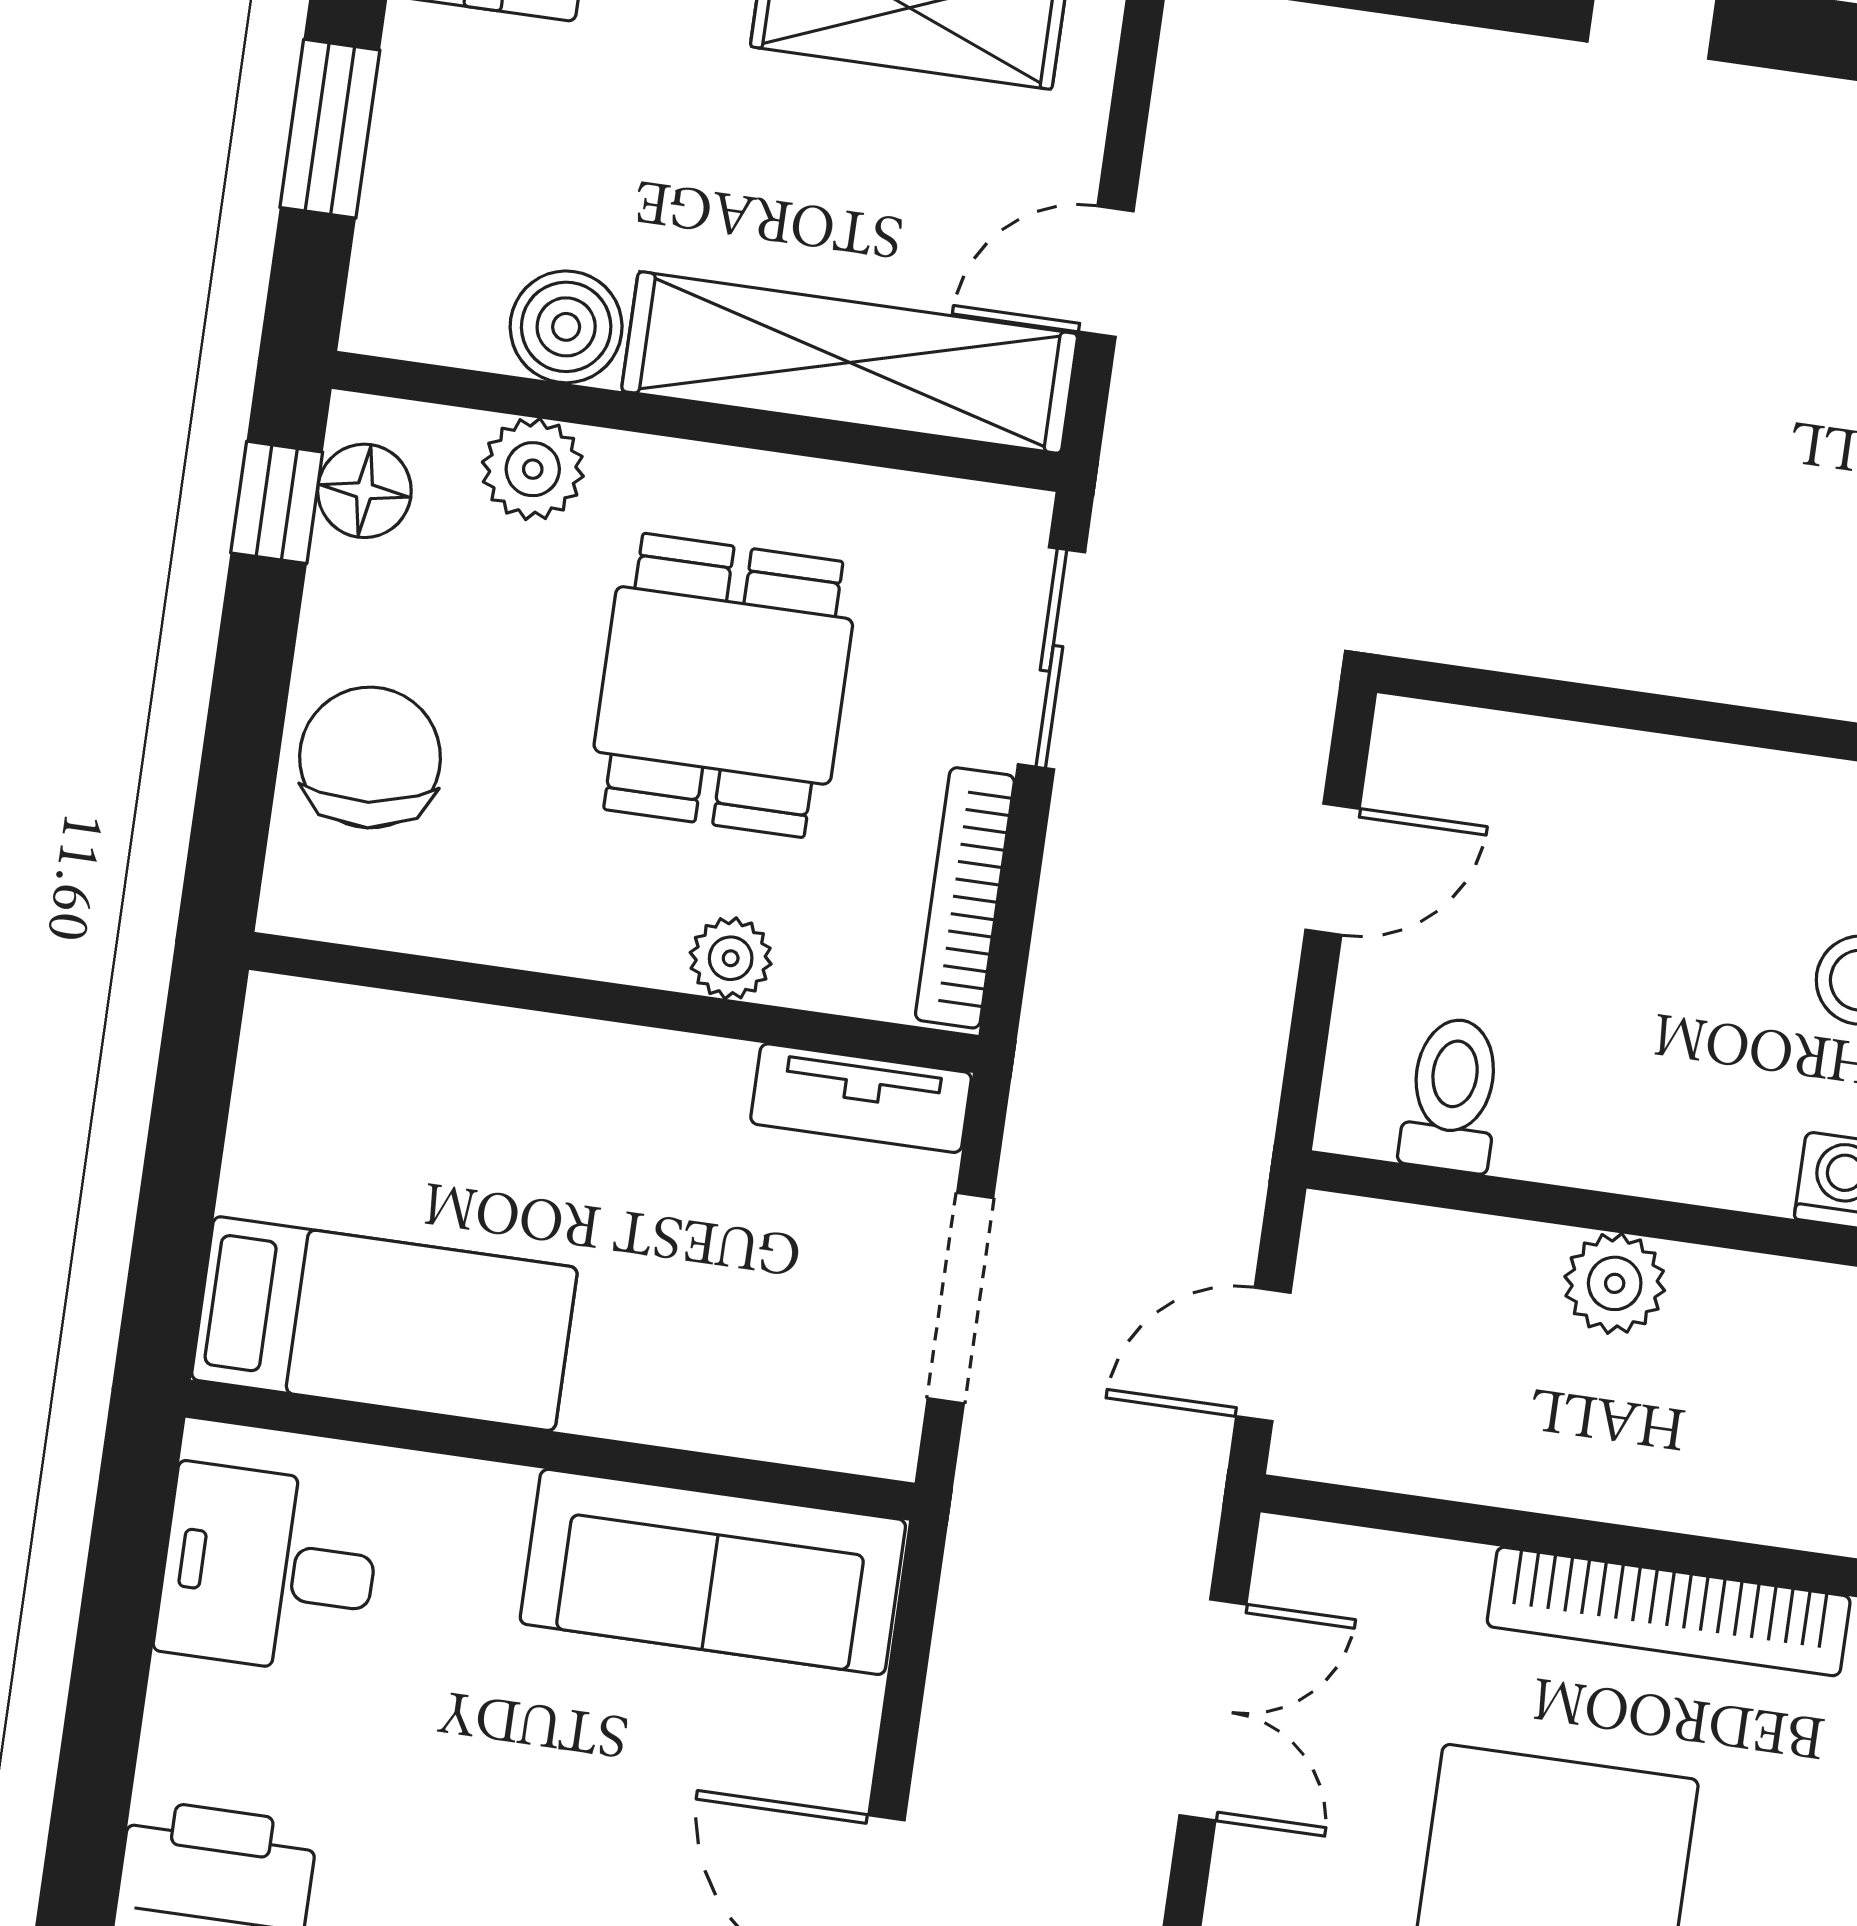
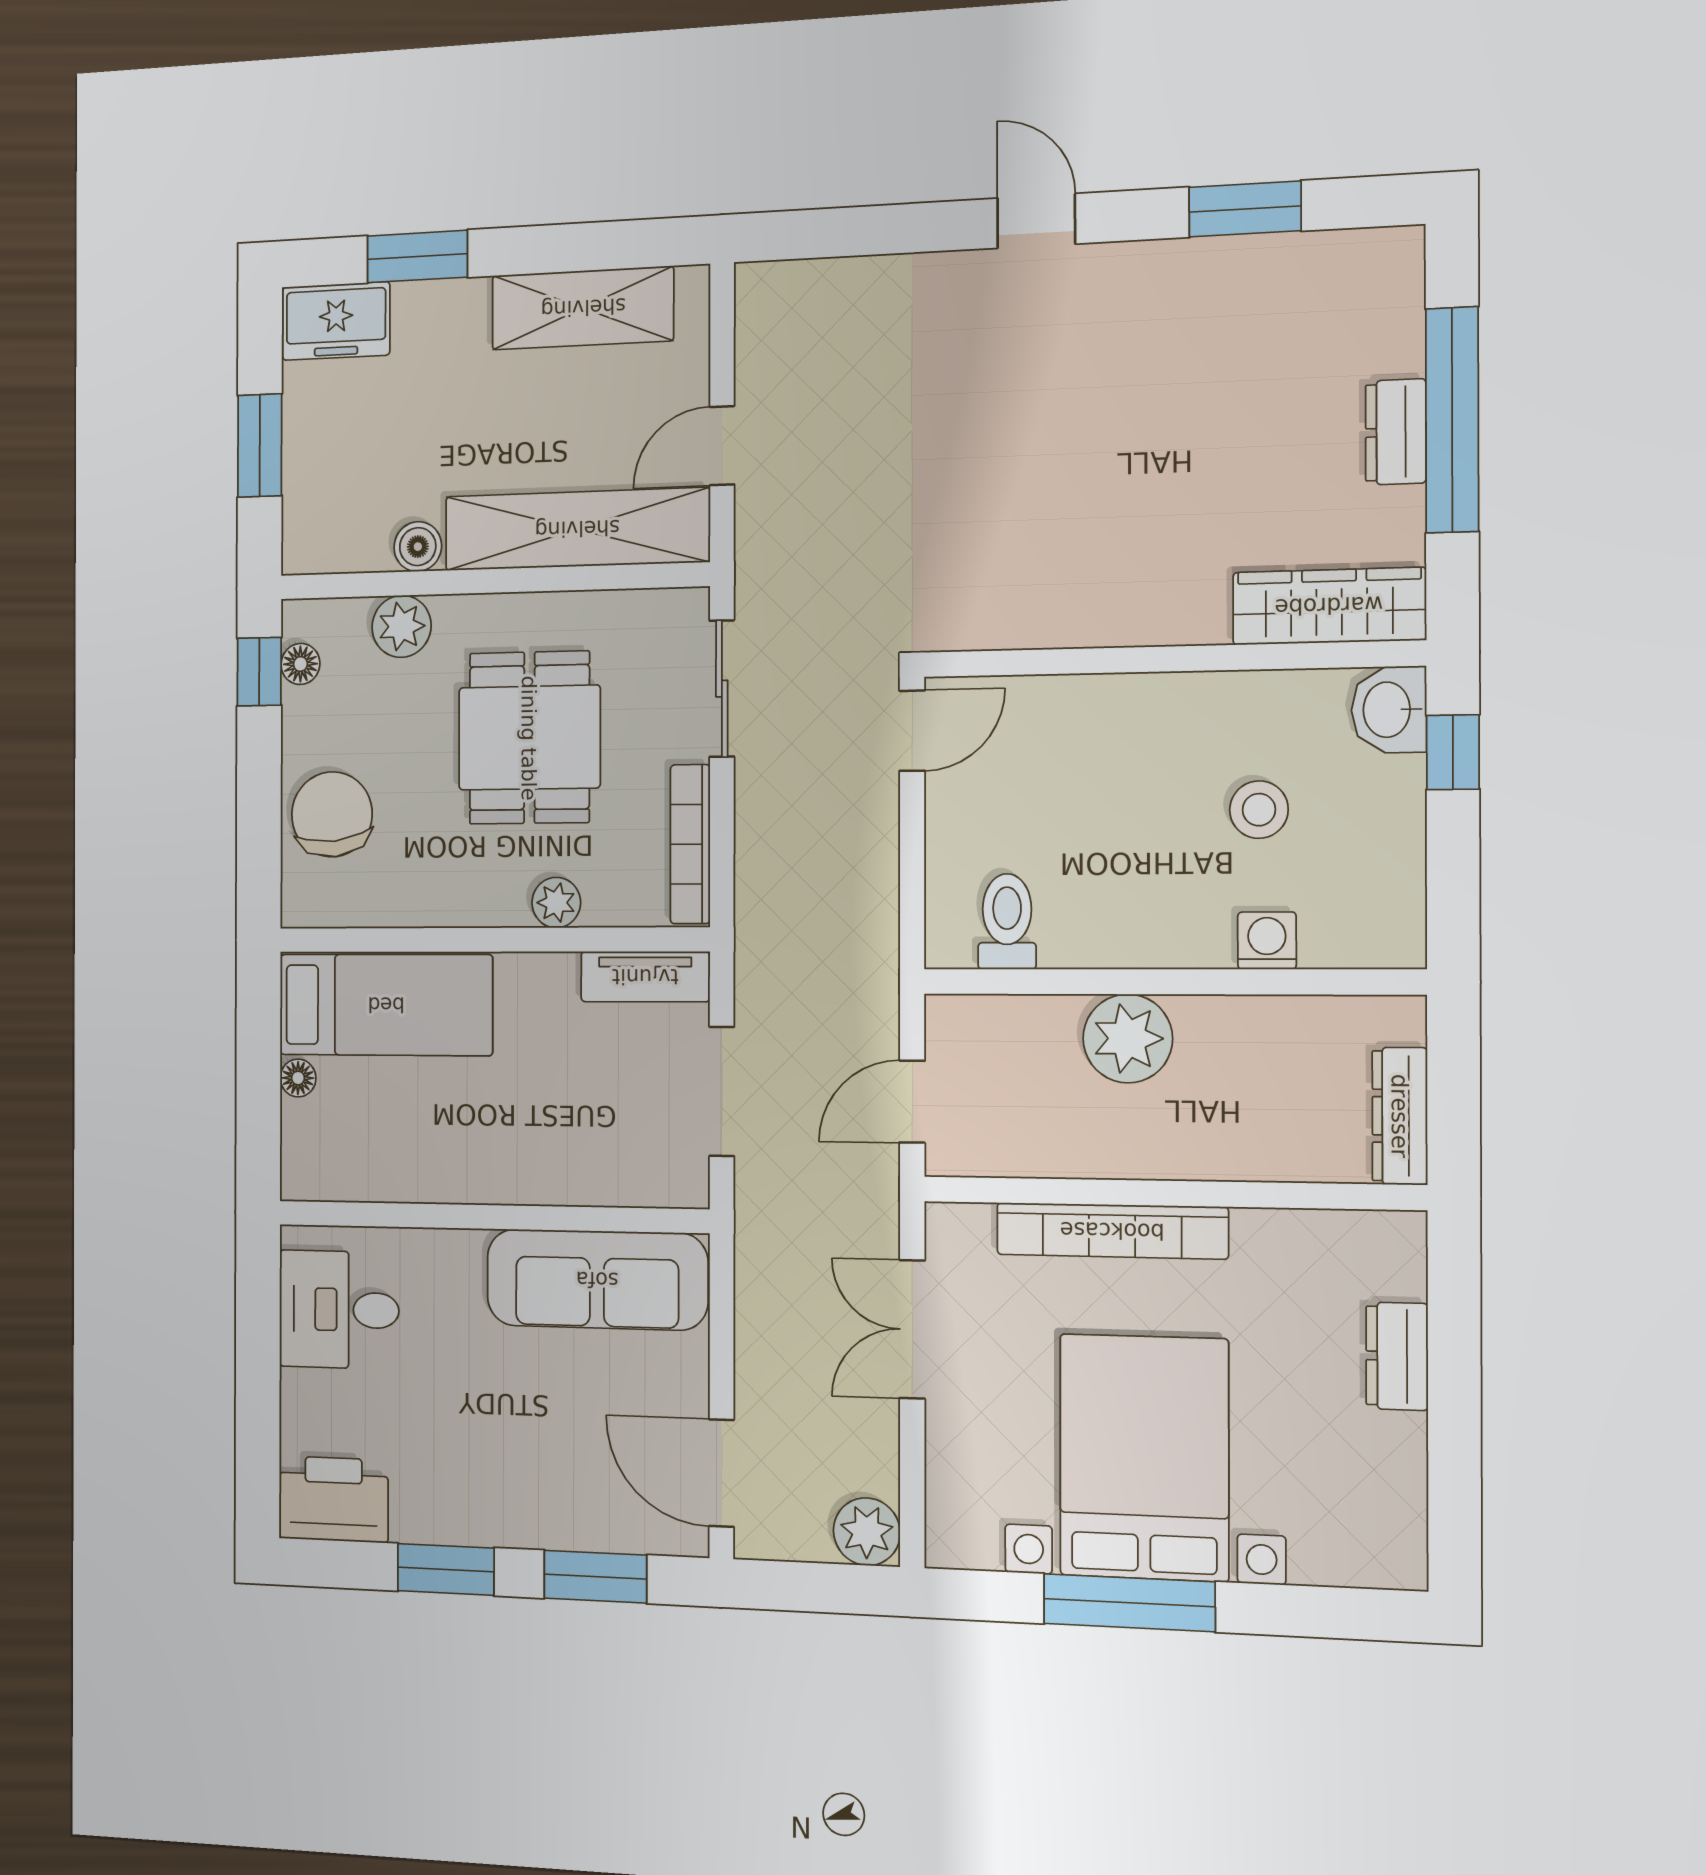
boiler: (566, 327) -> (418, 547), width x0.73, depth x0.73
floor lamp: (364, 491) -> (300, 664), width x0.73, depth x0.73
door: (1332, 869) -> (912, 731), moved
floor lamp: (251, 1182) -> (298, 1078), added
plant: (1615, 1283) -> (1128, 1039), width x1.36, depth x1.36
bed: (384, 1324) -> (386, 1005), moved
bookcase: (1669, 1611) -> (1112, 1231), moved
double door: (1213, 1710) -> (912, 1329), swing flipped

